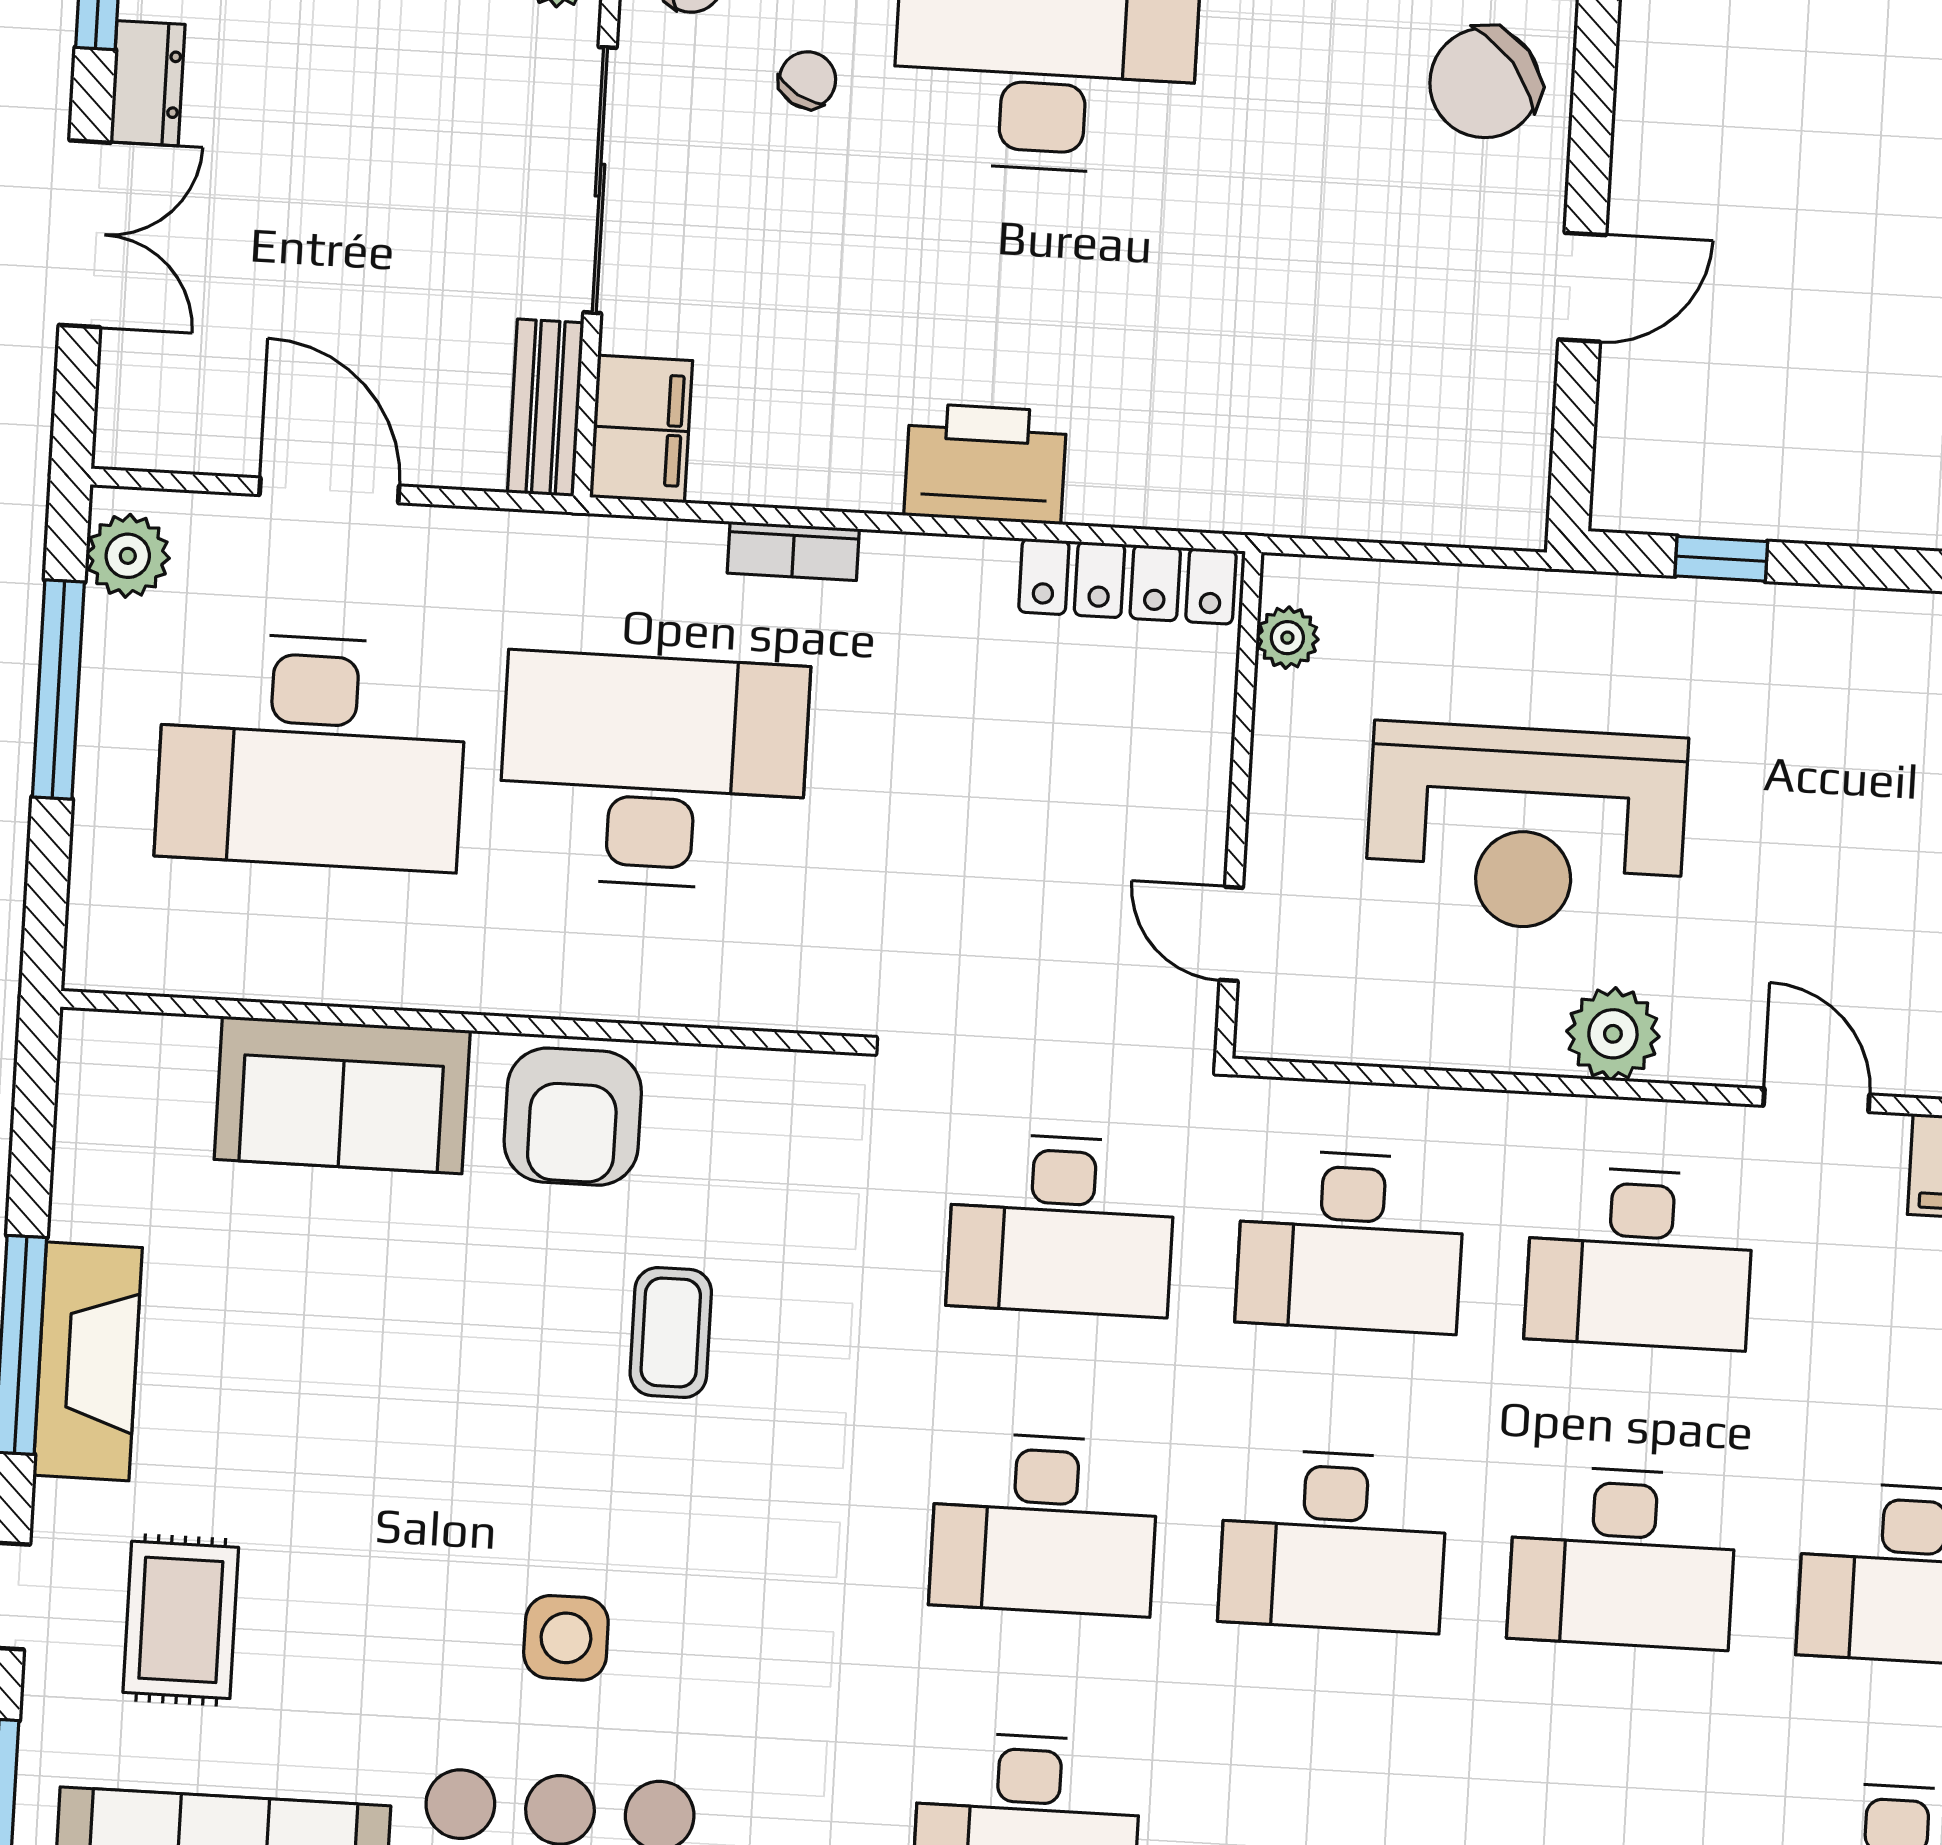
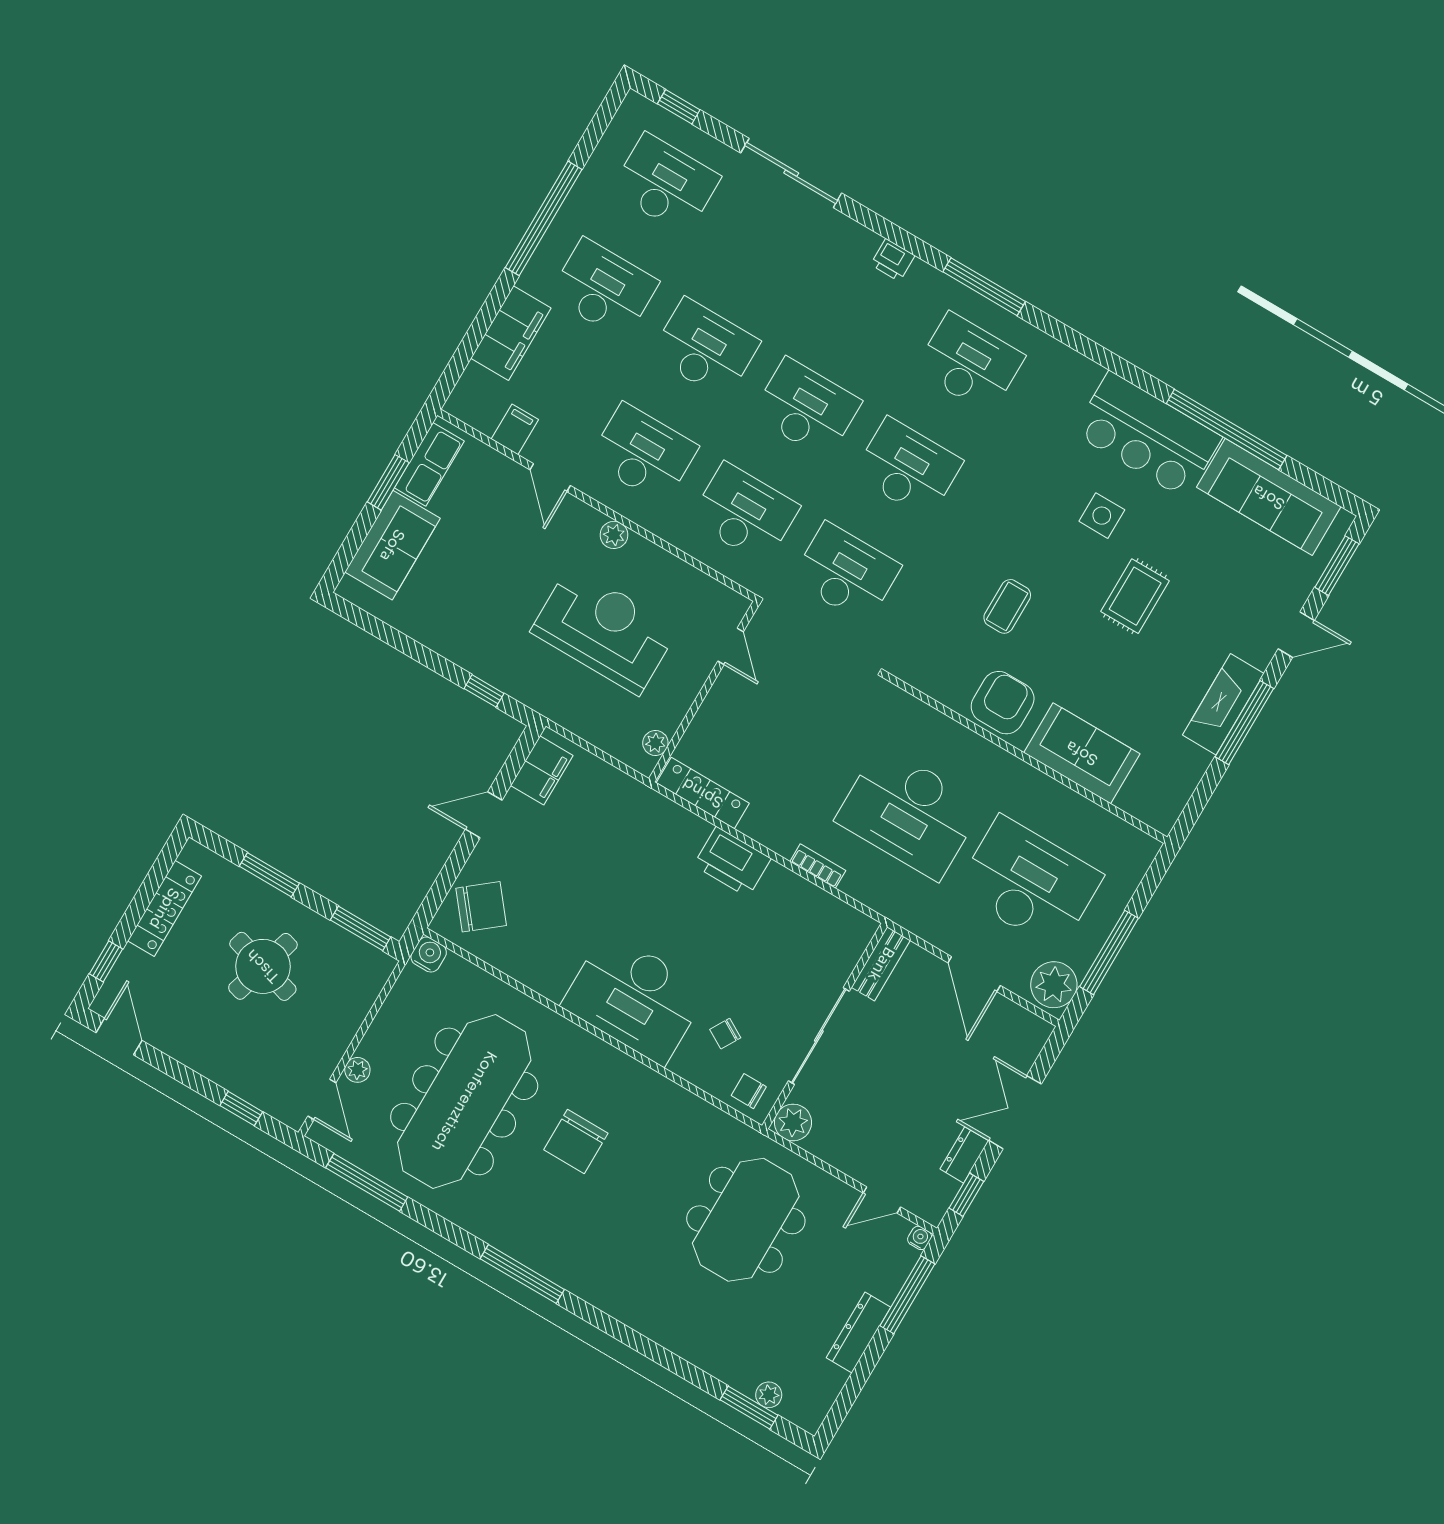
filing cabinet: (641, 429) -> (542, 770), moved, turned 180
plant: (128, 556) -> (1054, 985), width x1.36, depth x1.36
plant: (1613, 1034) -> (614, 535), width x0.73, depth x0.73
rug: (181, 1620) -> (1135, 596), moved

